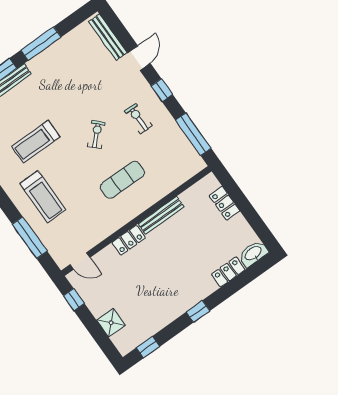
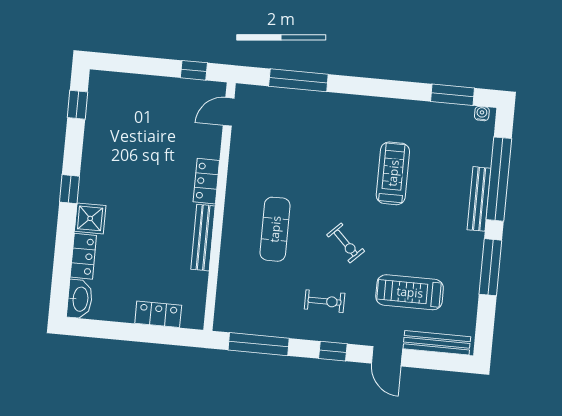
treadmill: (43, 197) -> (410, 292), moved
shower: (111, 323) -> (90, 218), moved

